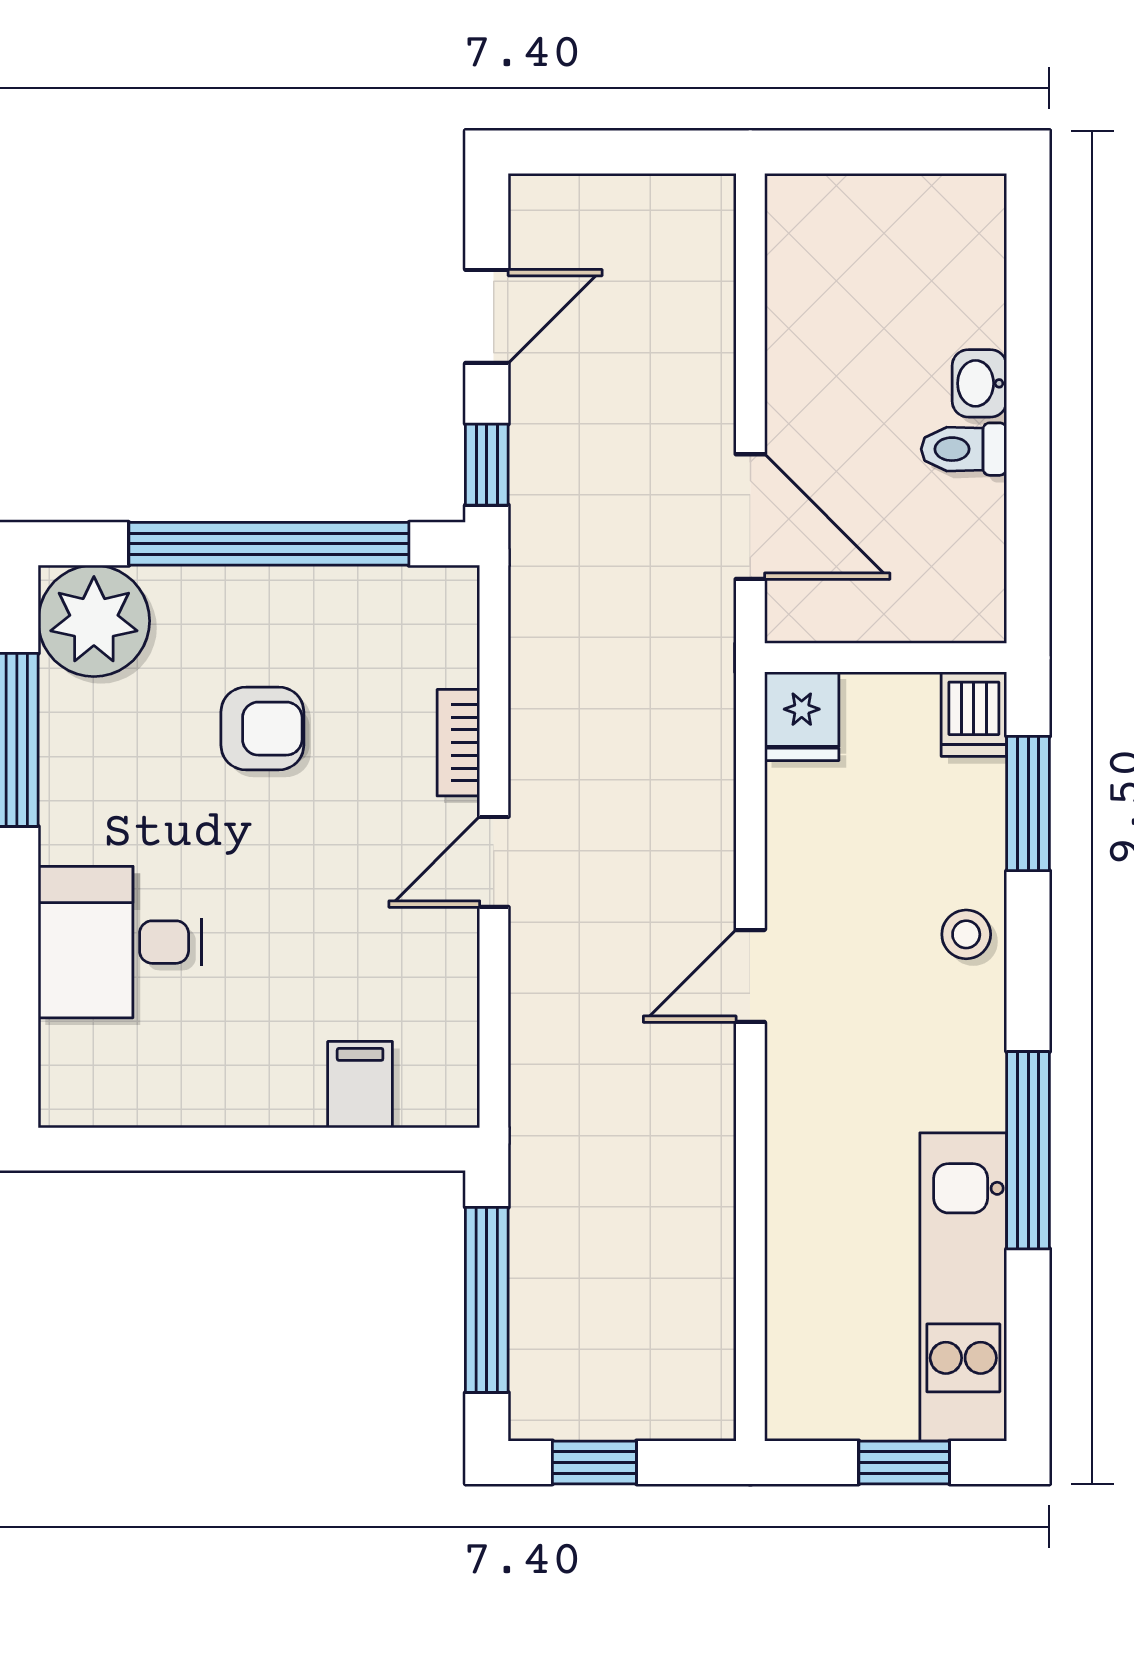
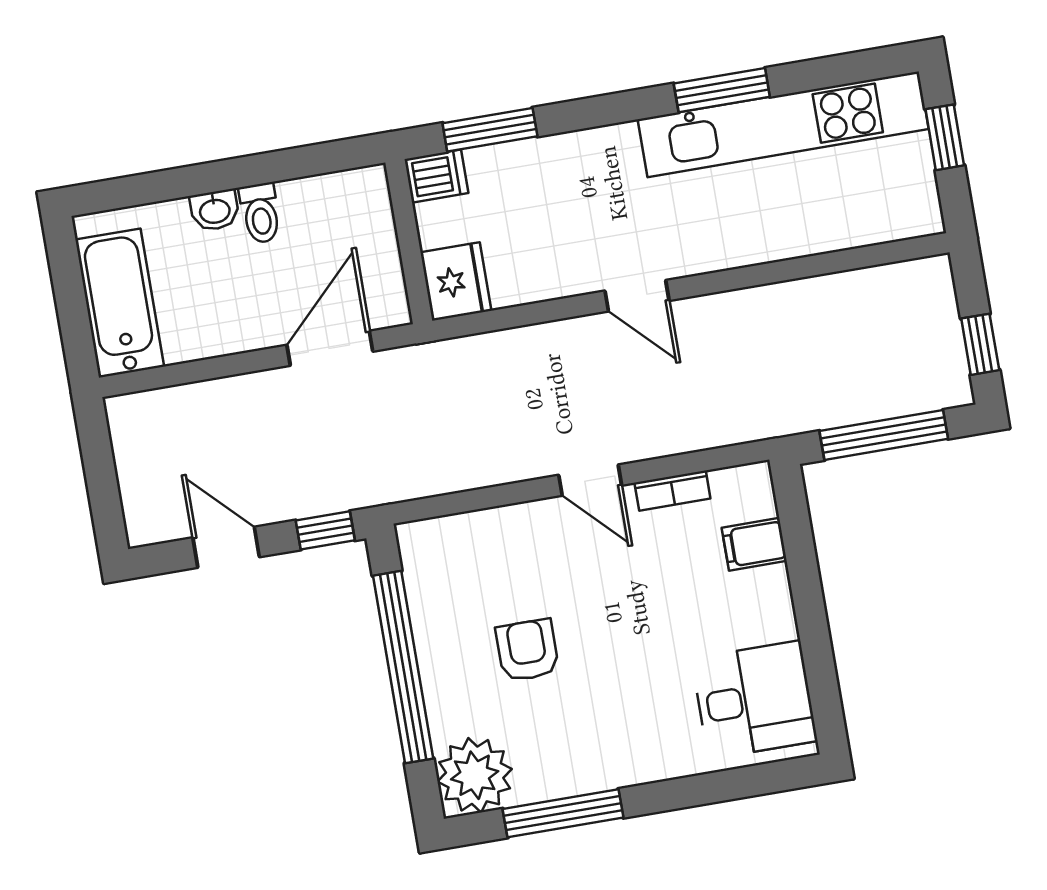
bathtub: (868, 222) -> (120, 303), added
fridge: (802, 716) -> (456, 281), width x1.38
bookcase: (458, 743) -> (672, 491), moved
stool: (966, 934) -> (585, 156), removed
desk: (120, 942) -> (754, 700), moved, turned -90
window: (1028, 1150) -> (722, 90), width x0.69
kitchen unit: (963, 1287) -> (783, 124), width x1.36

